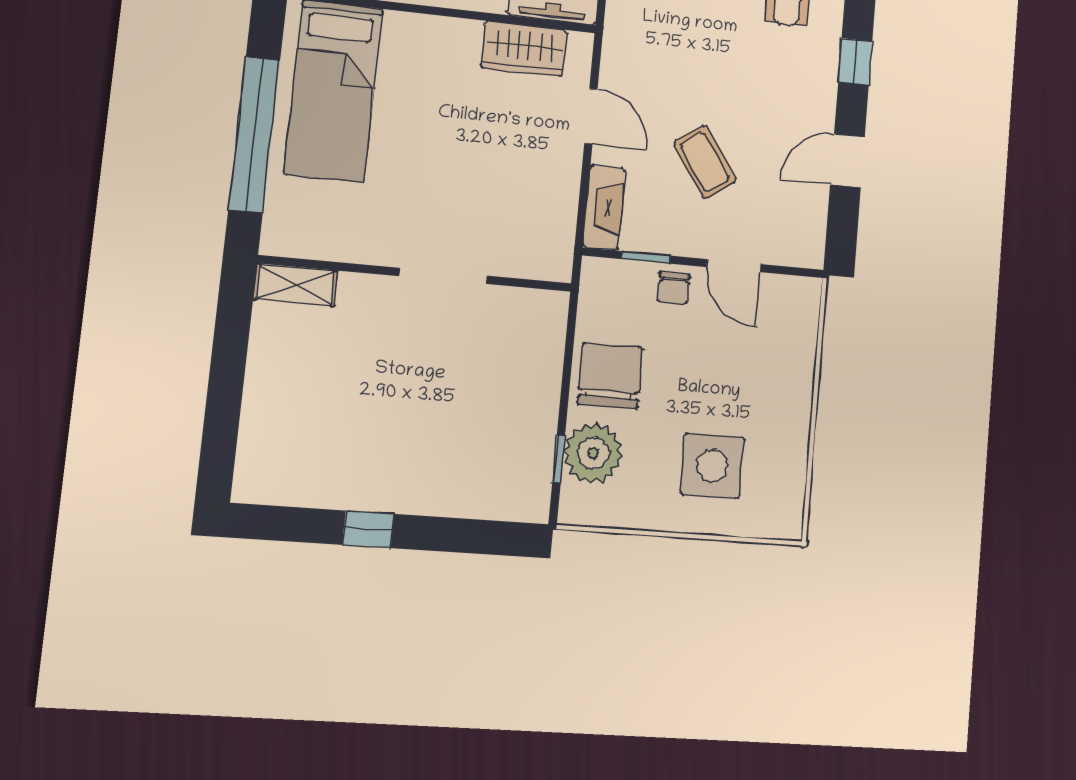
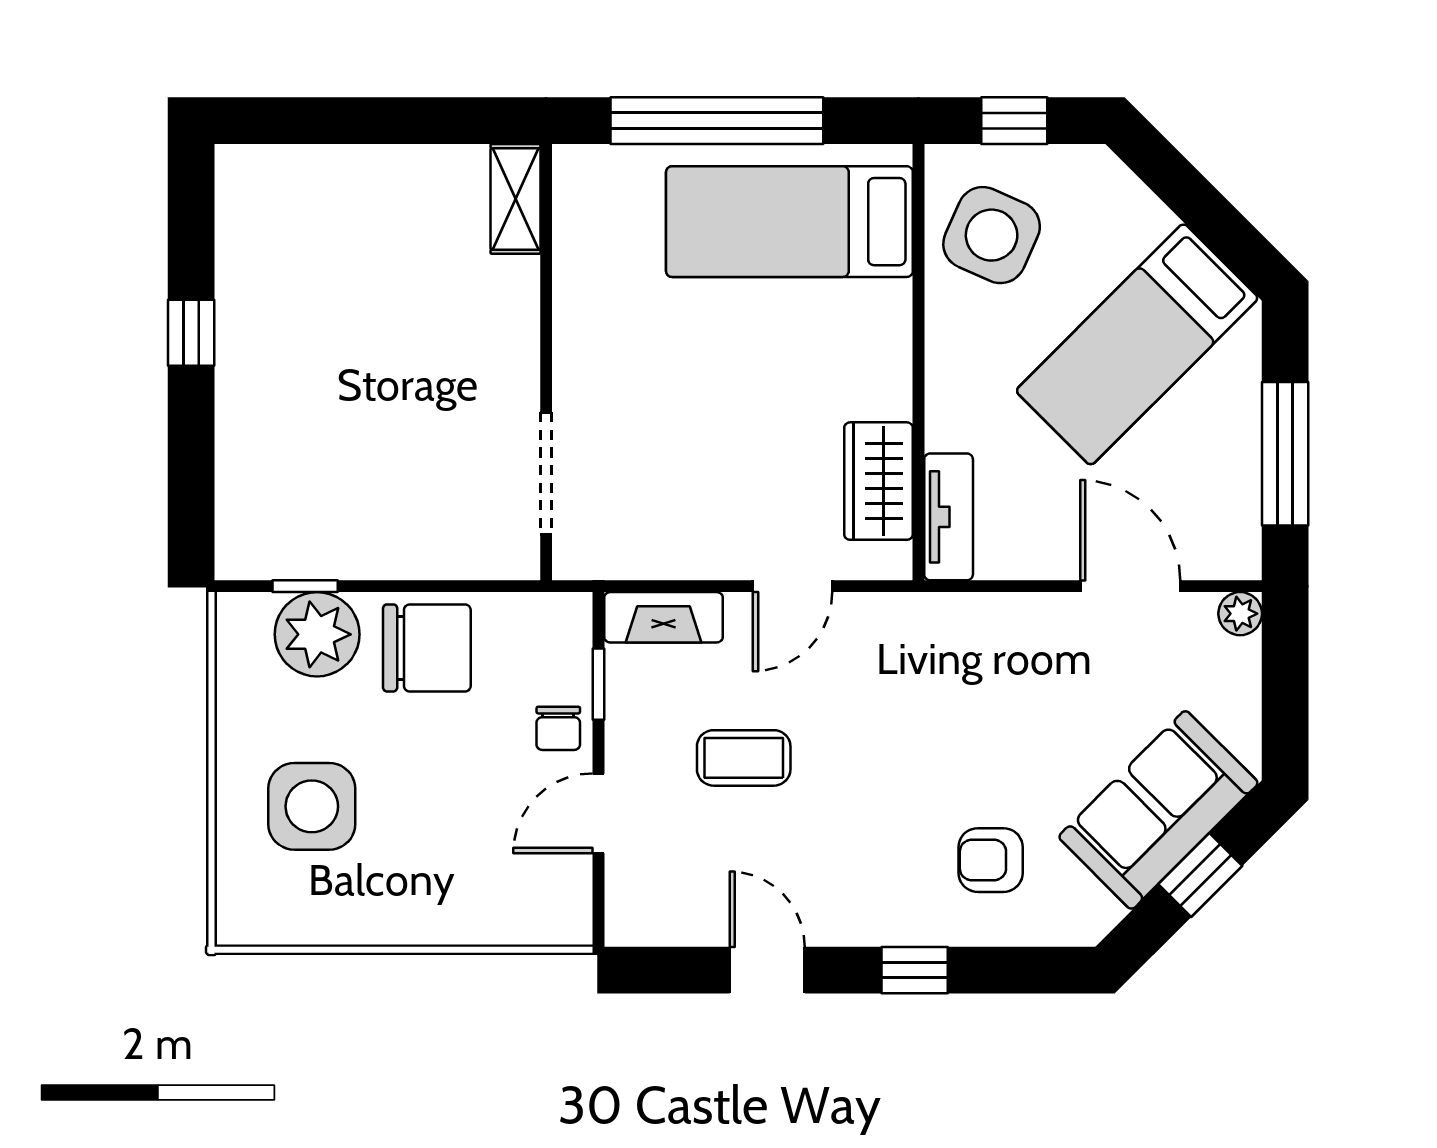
coffee table: (705, 162) -> (744, 758), turned 34
doorway: (443, 276) -> (546, 474), moved
chair: (674, 288) -> (558, 728), turned -90

